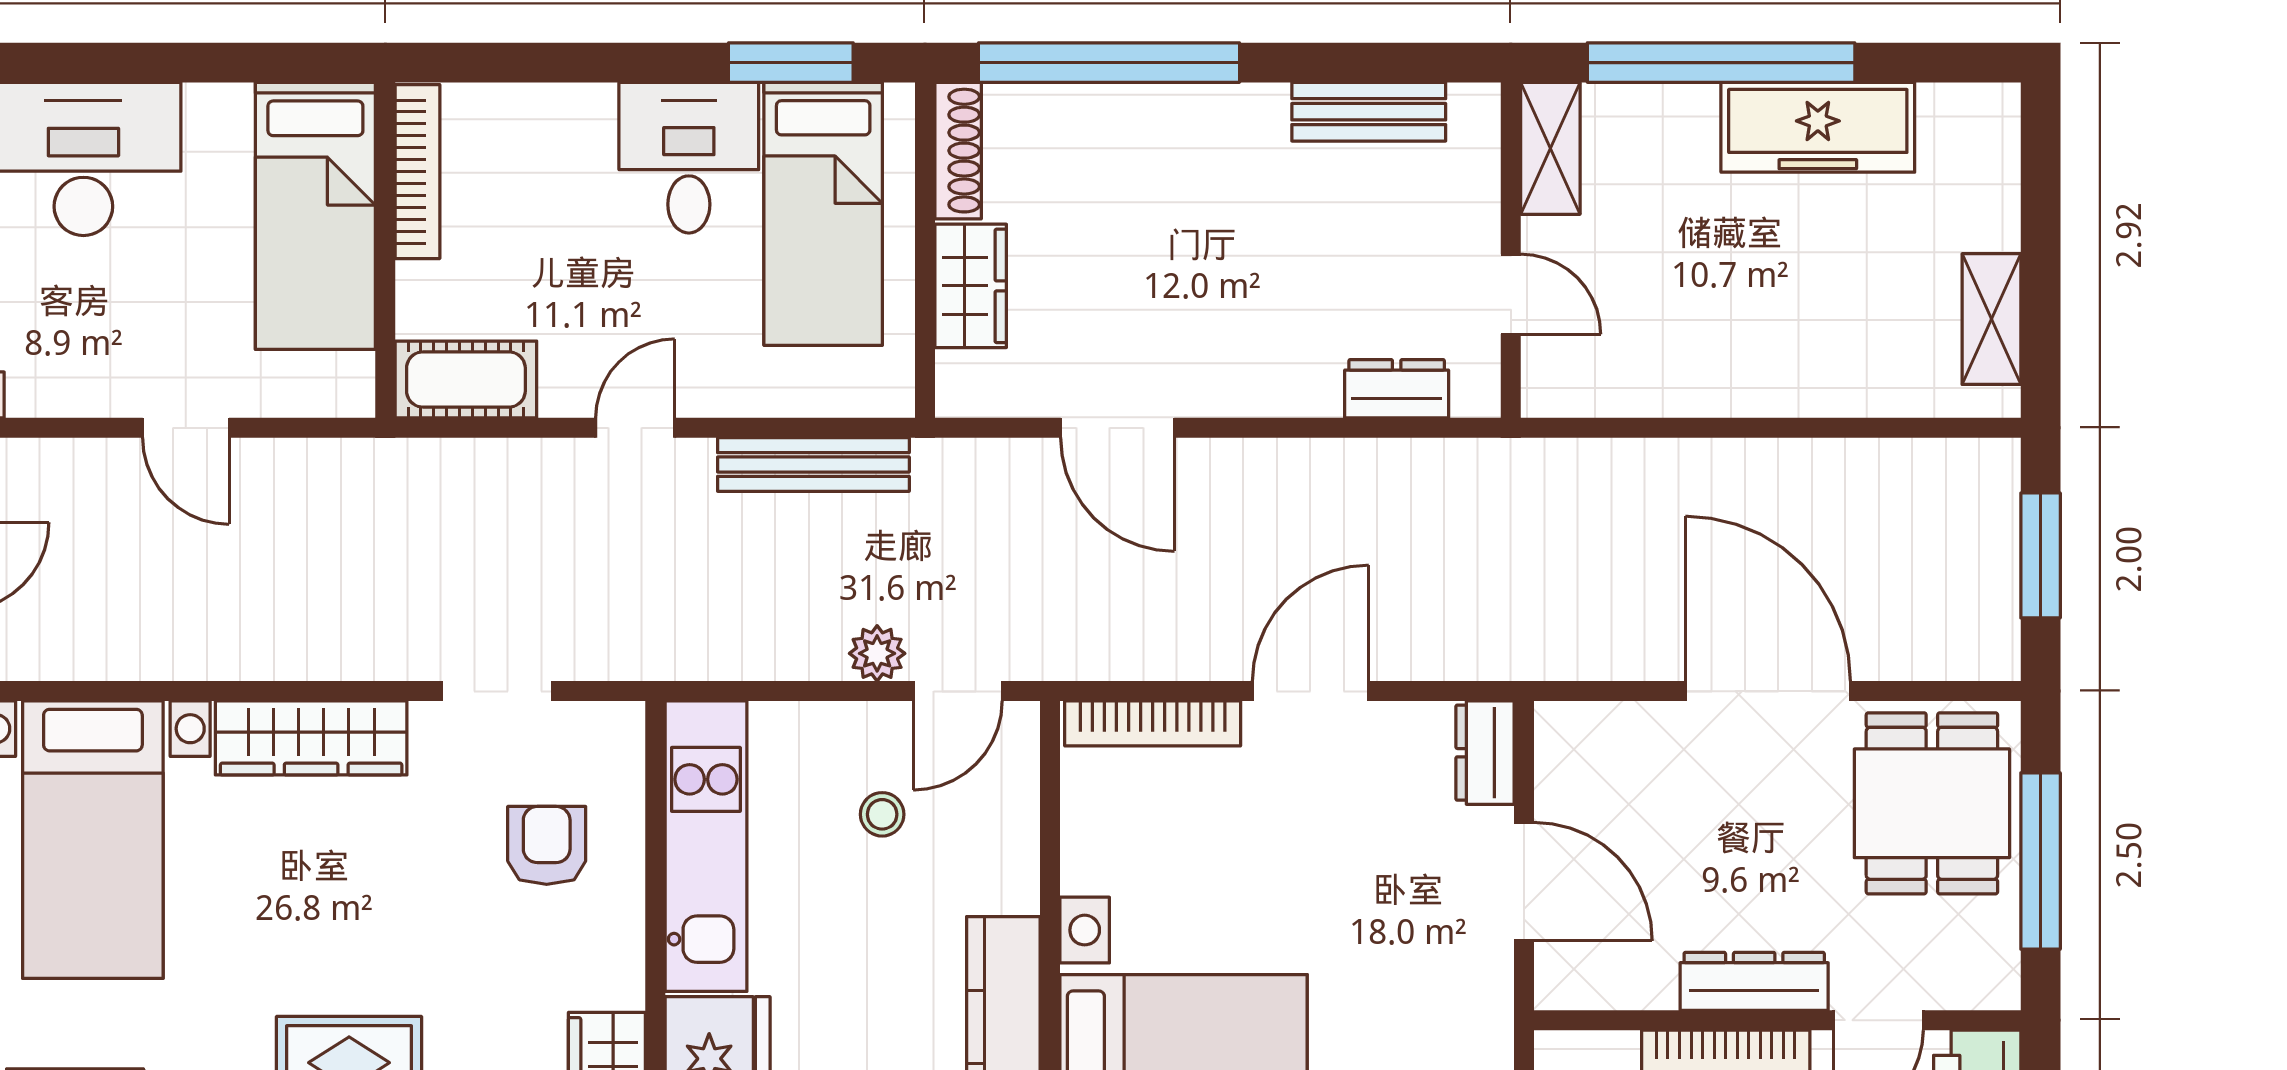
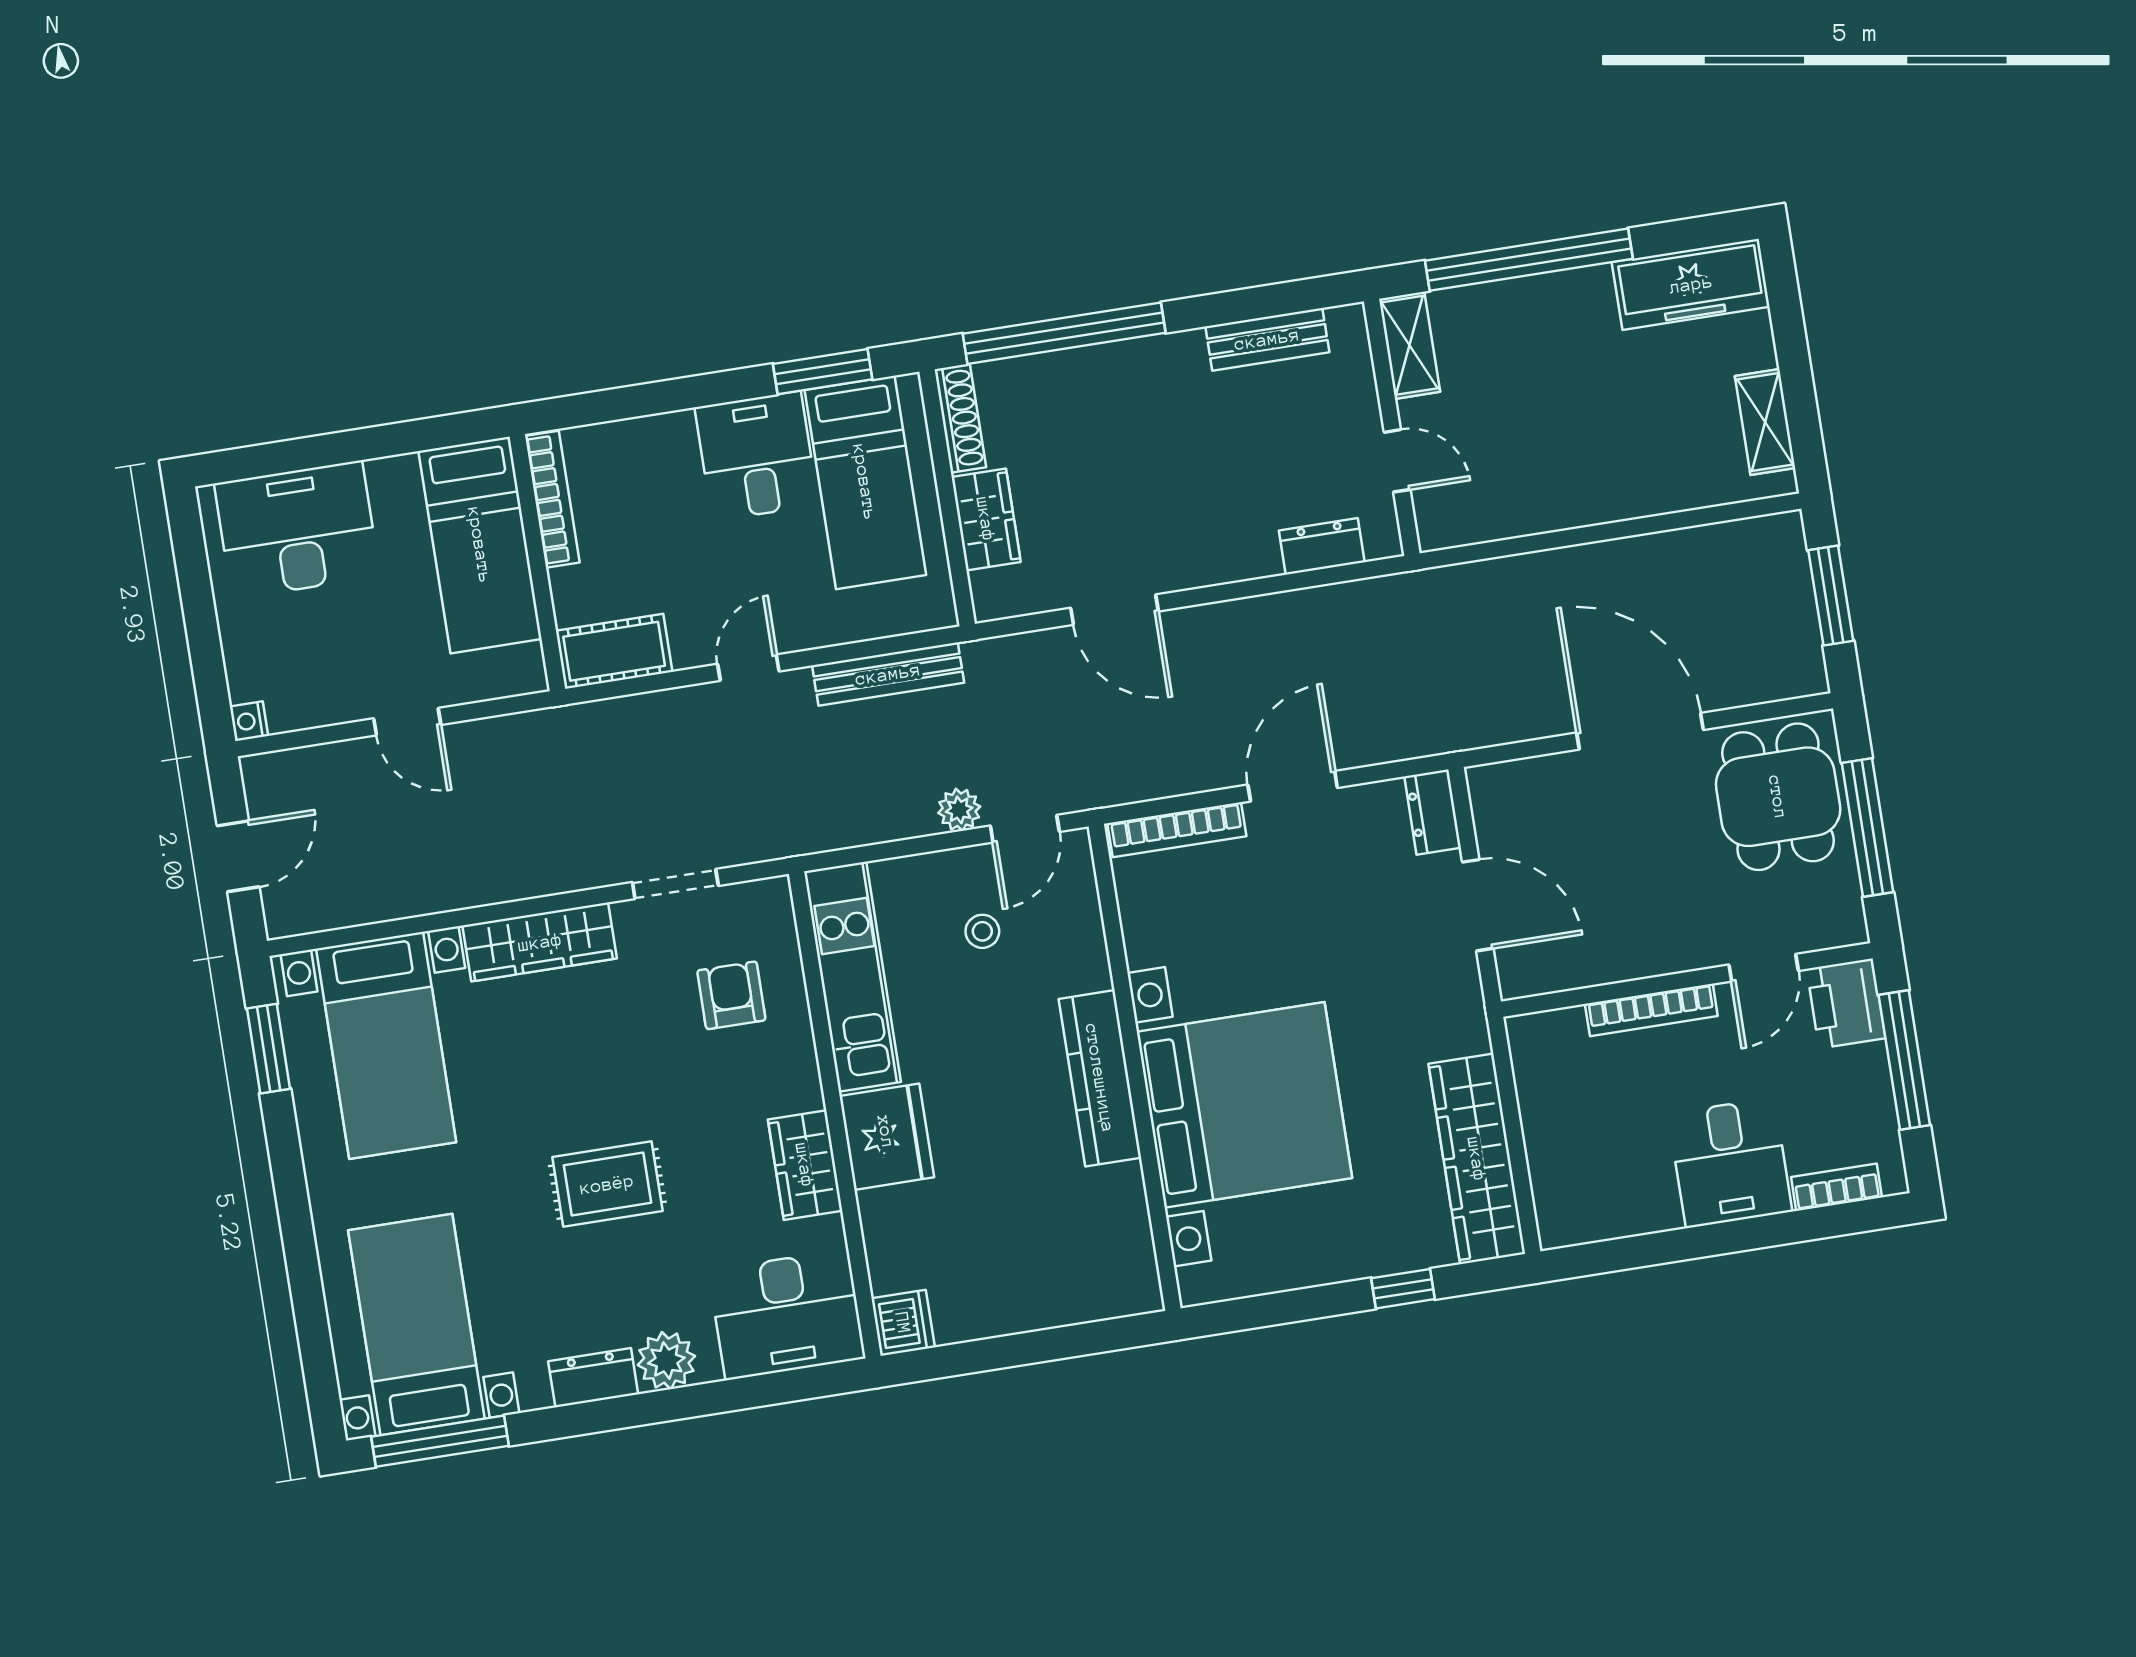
freezer: (1818, 127) -> (1691, 284), moved
dresser: (1754, 981) -> (1664, 953), removed

